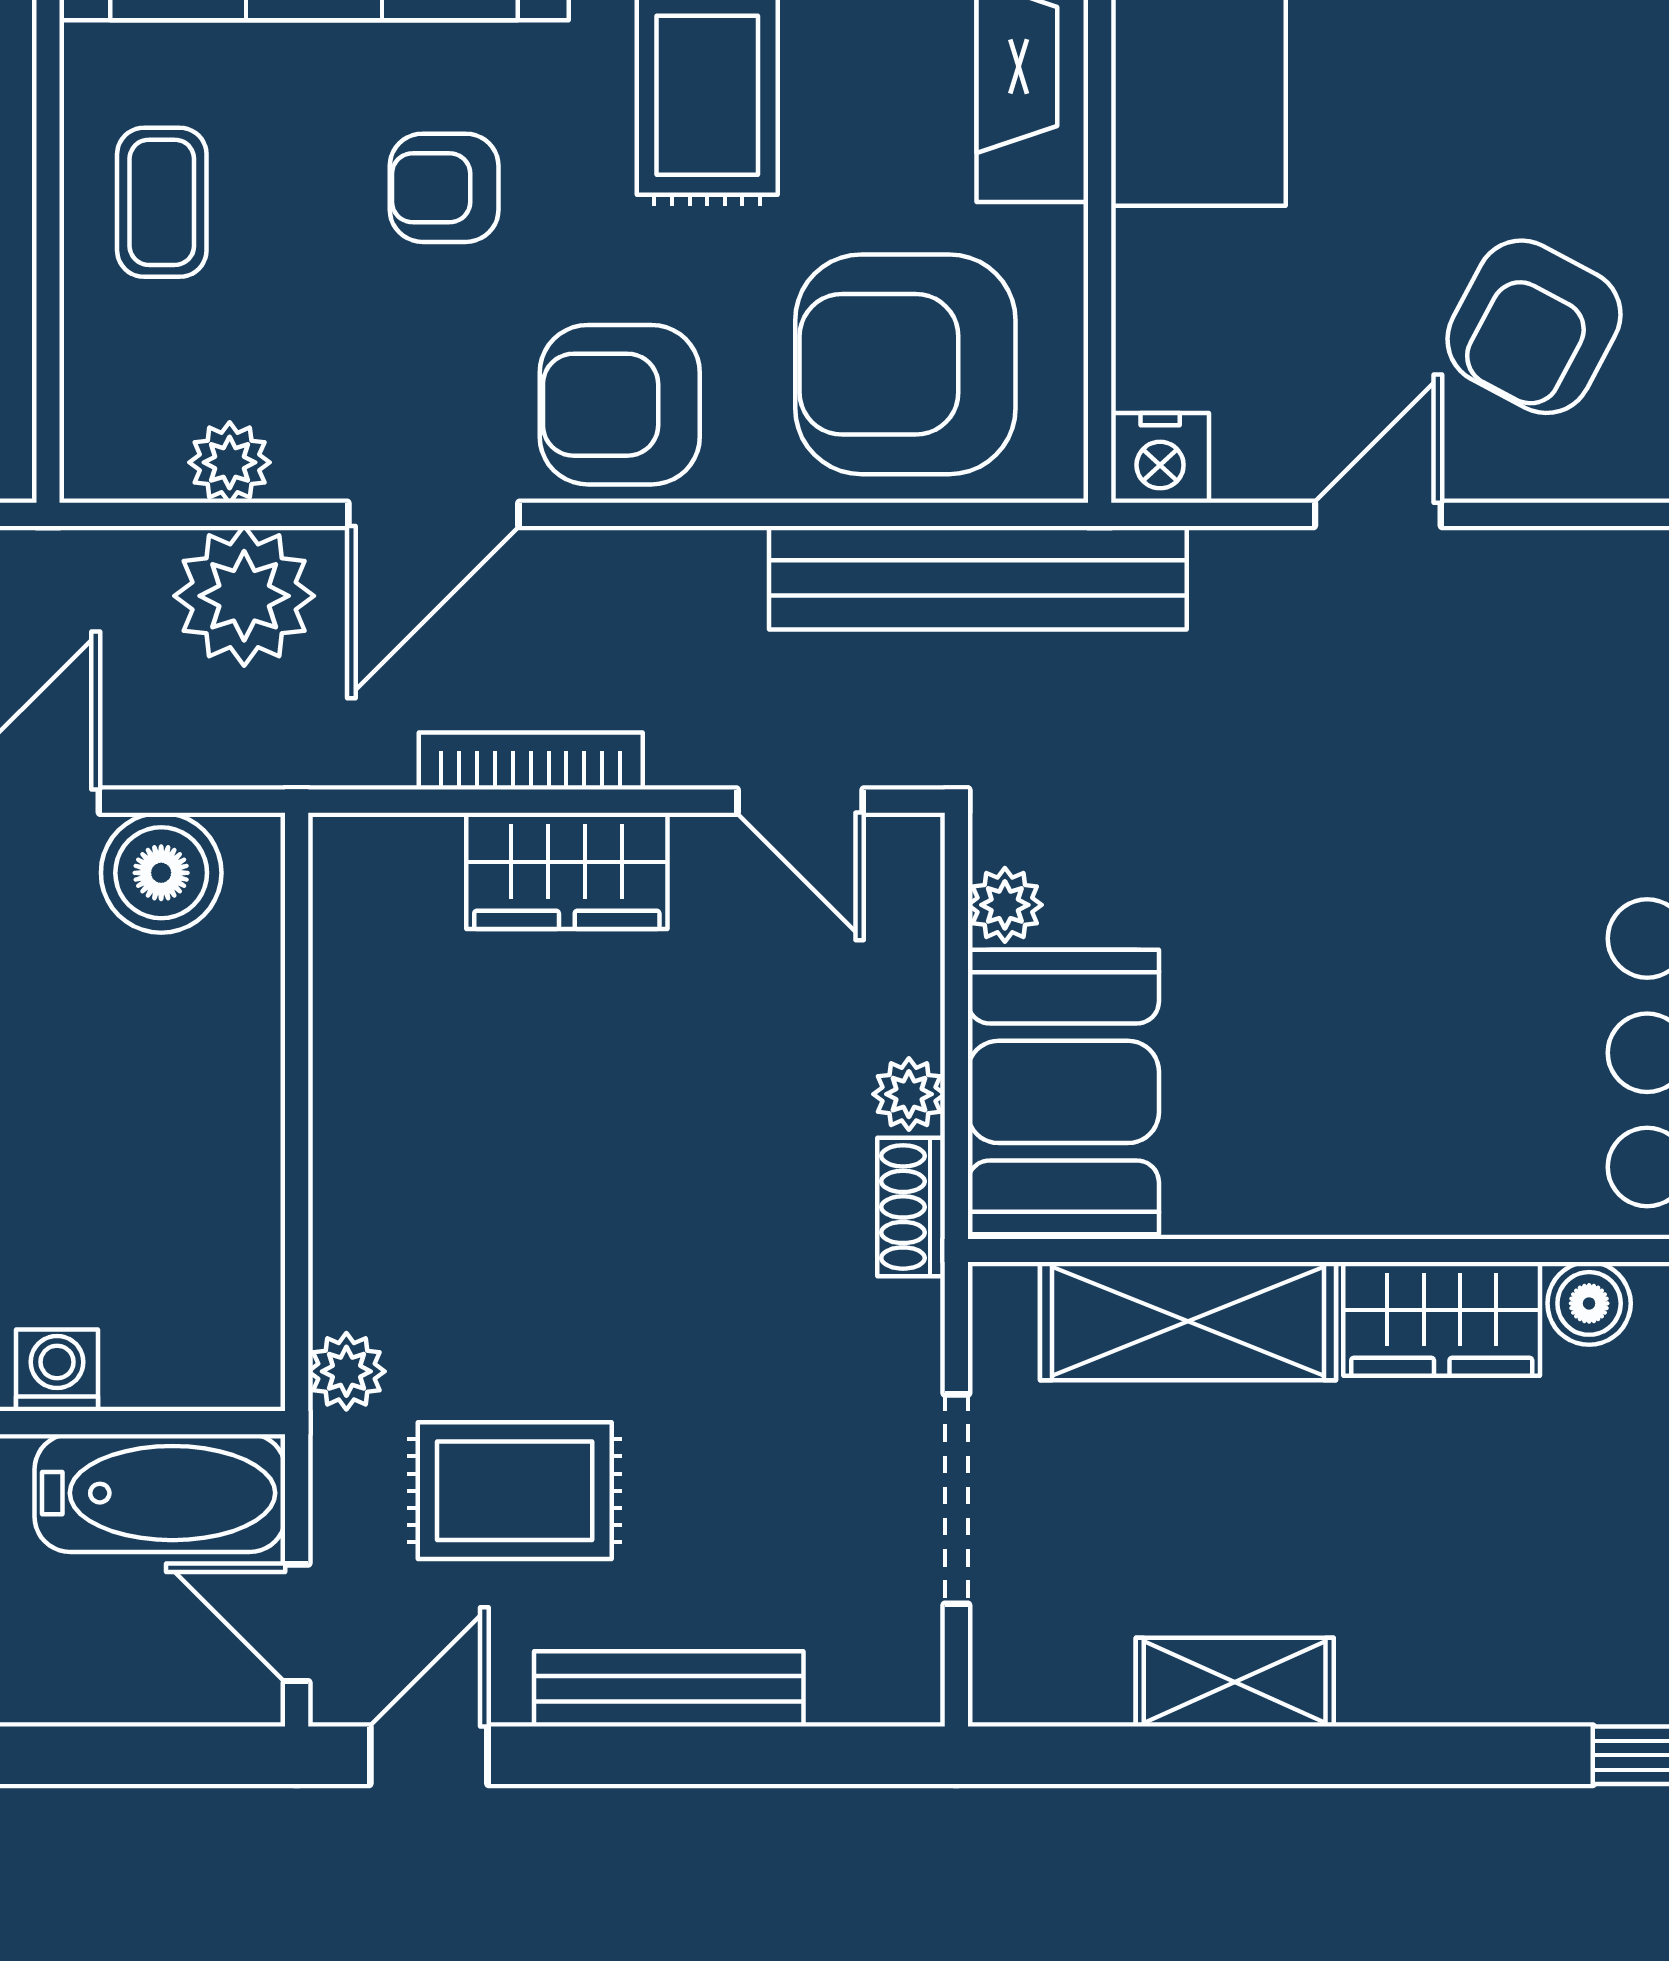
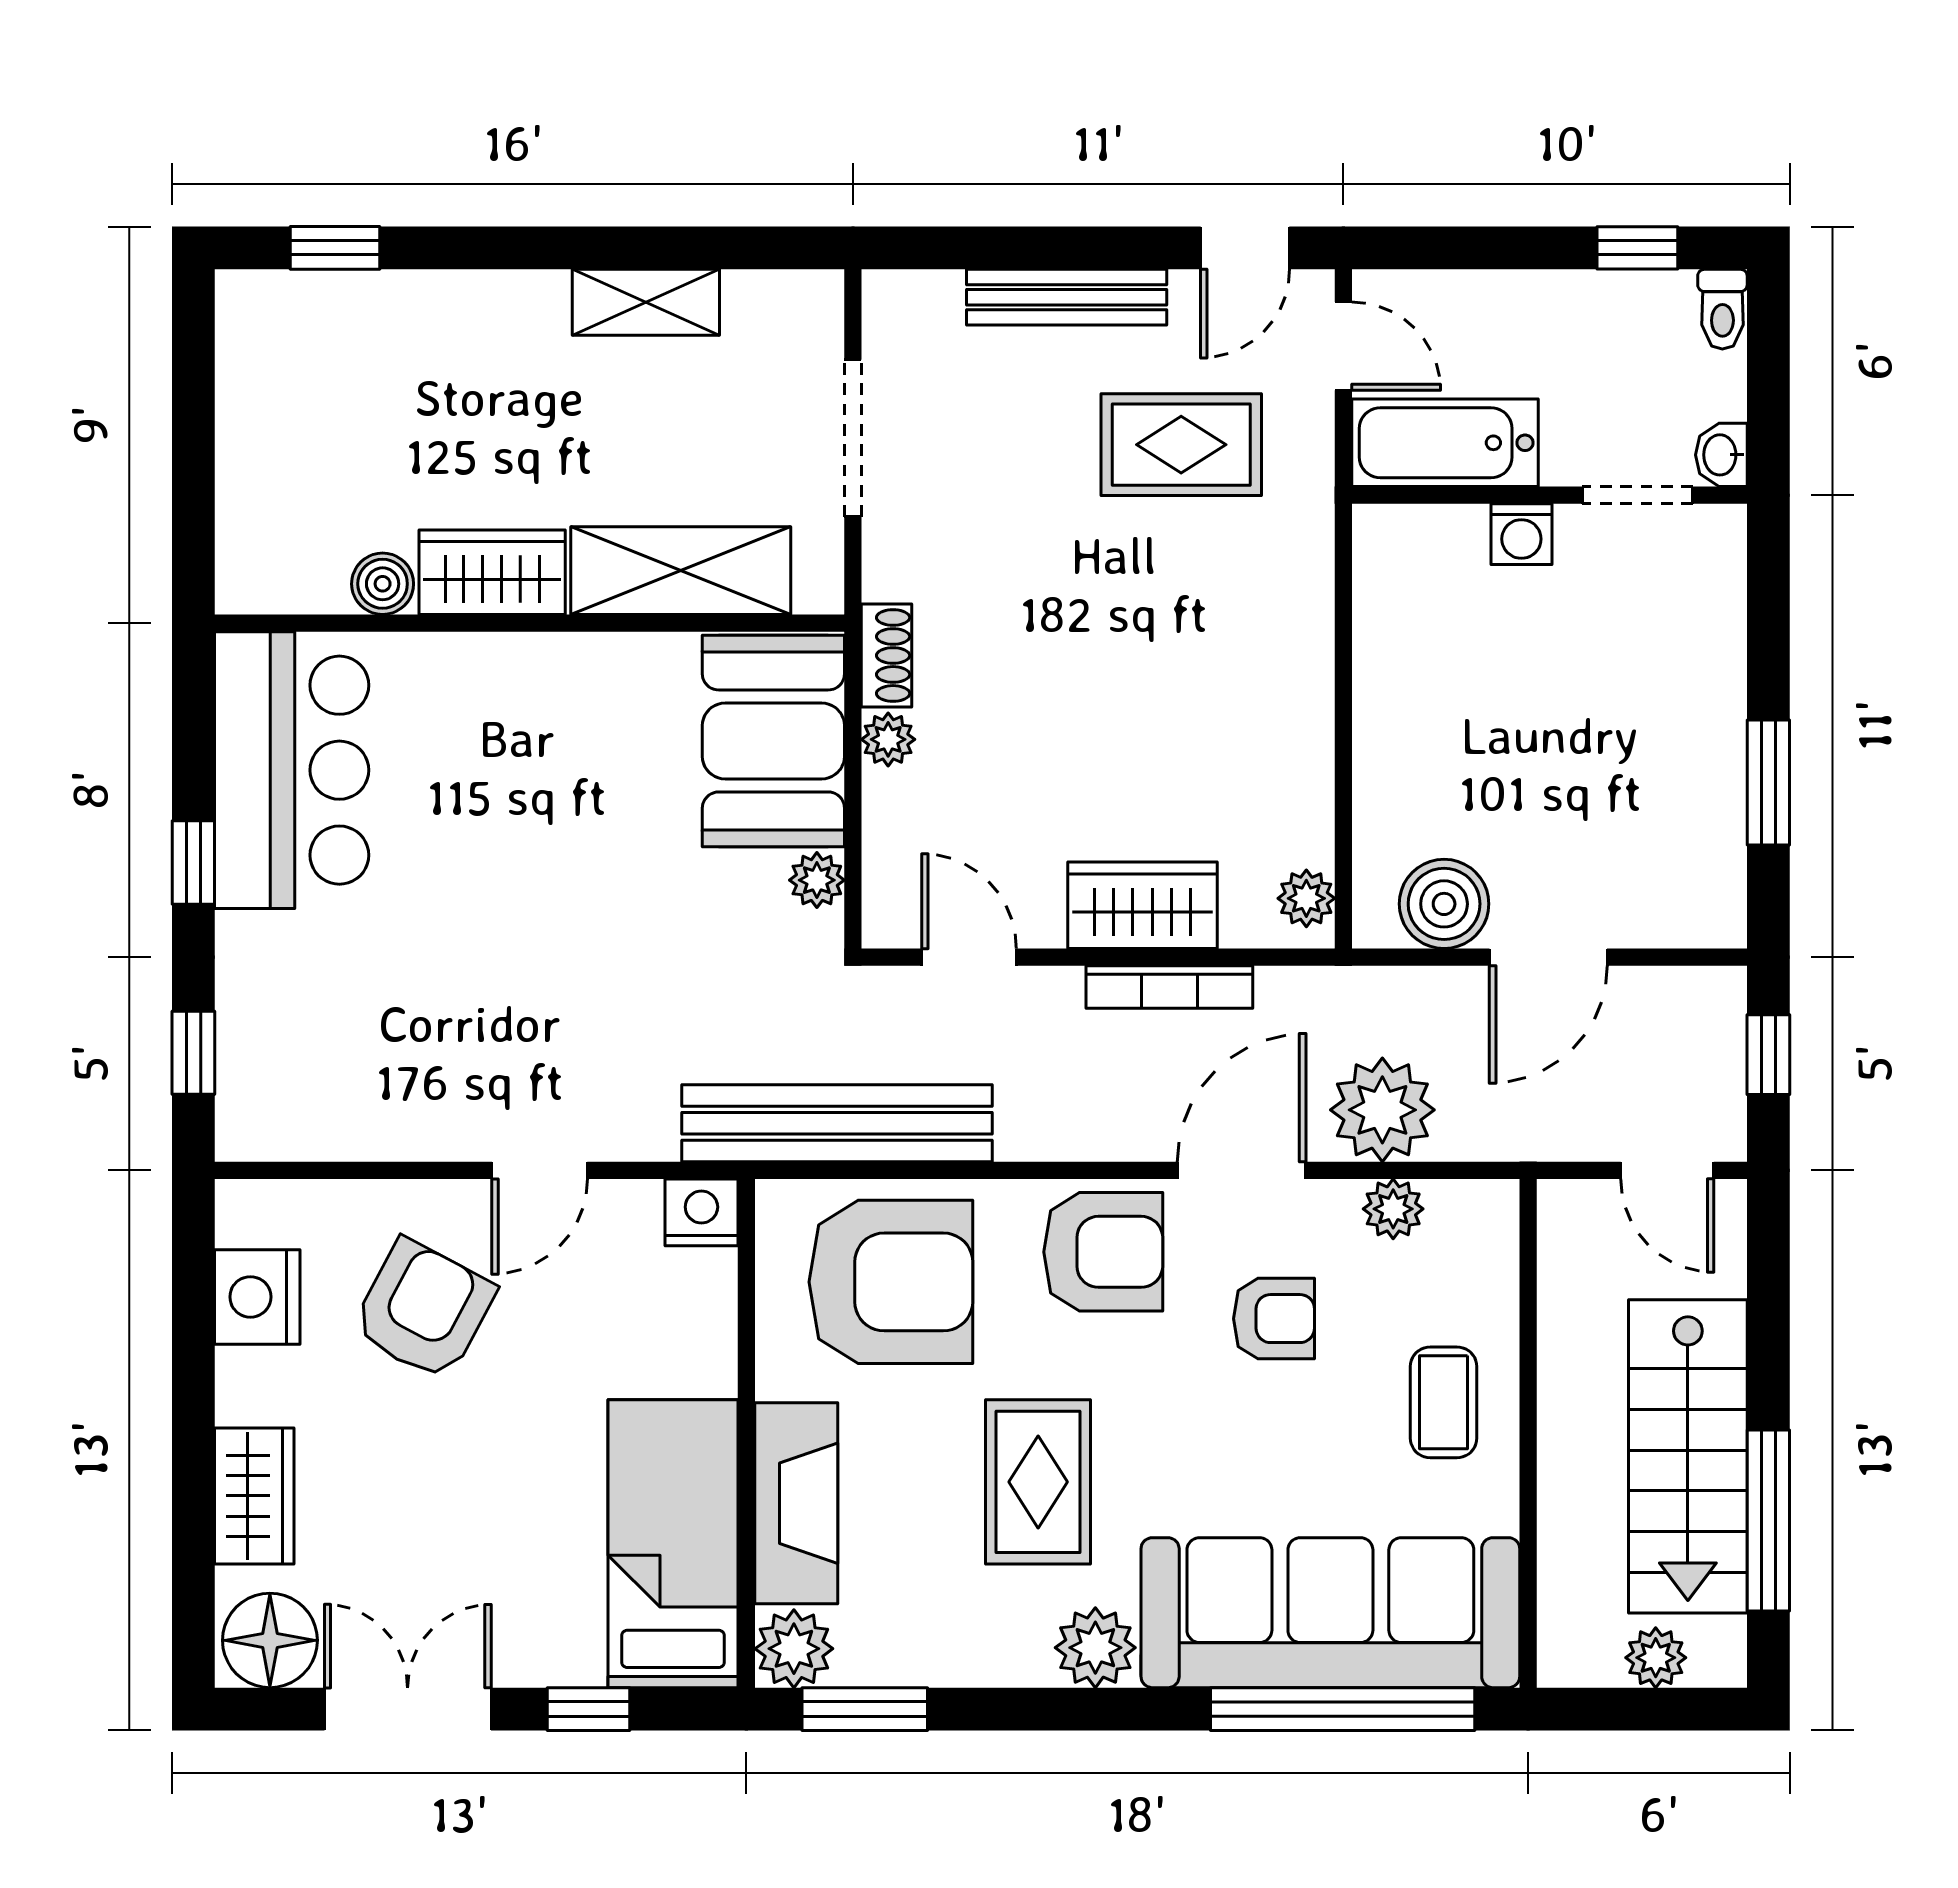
armchair: (444, 188) -> (1274, 1319), moved
plant: (346, 1371) -> (1306, 898), moved

